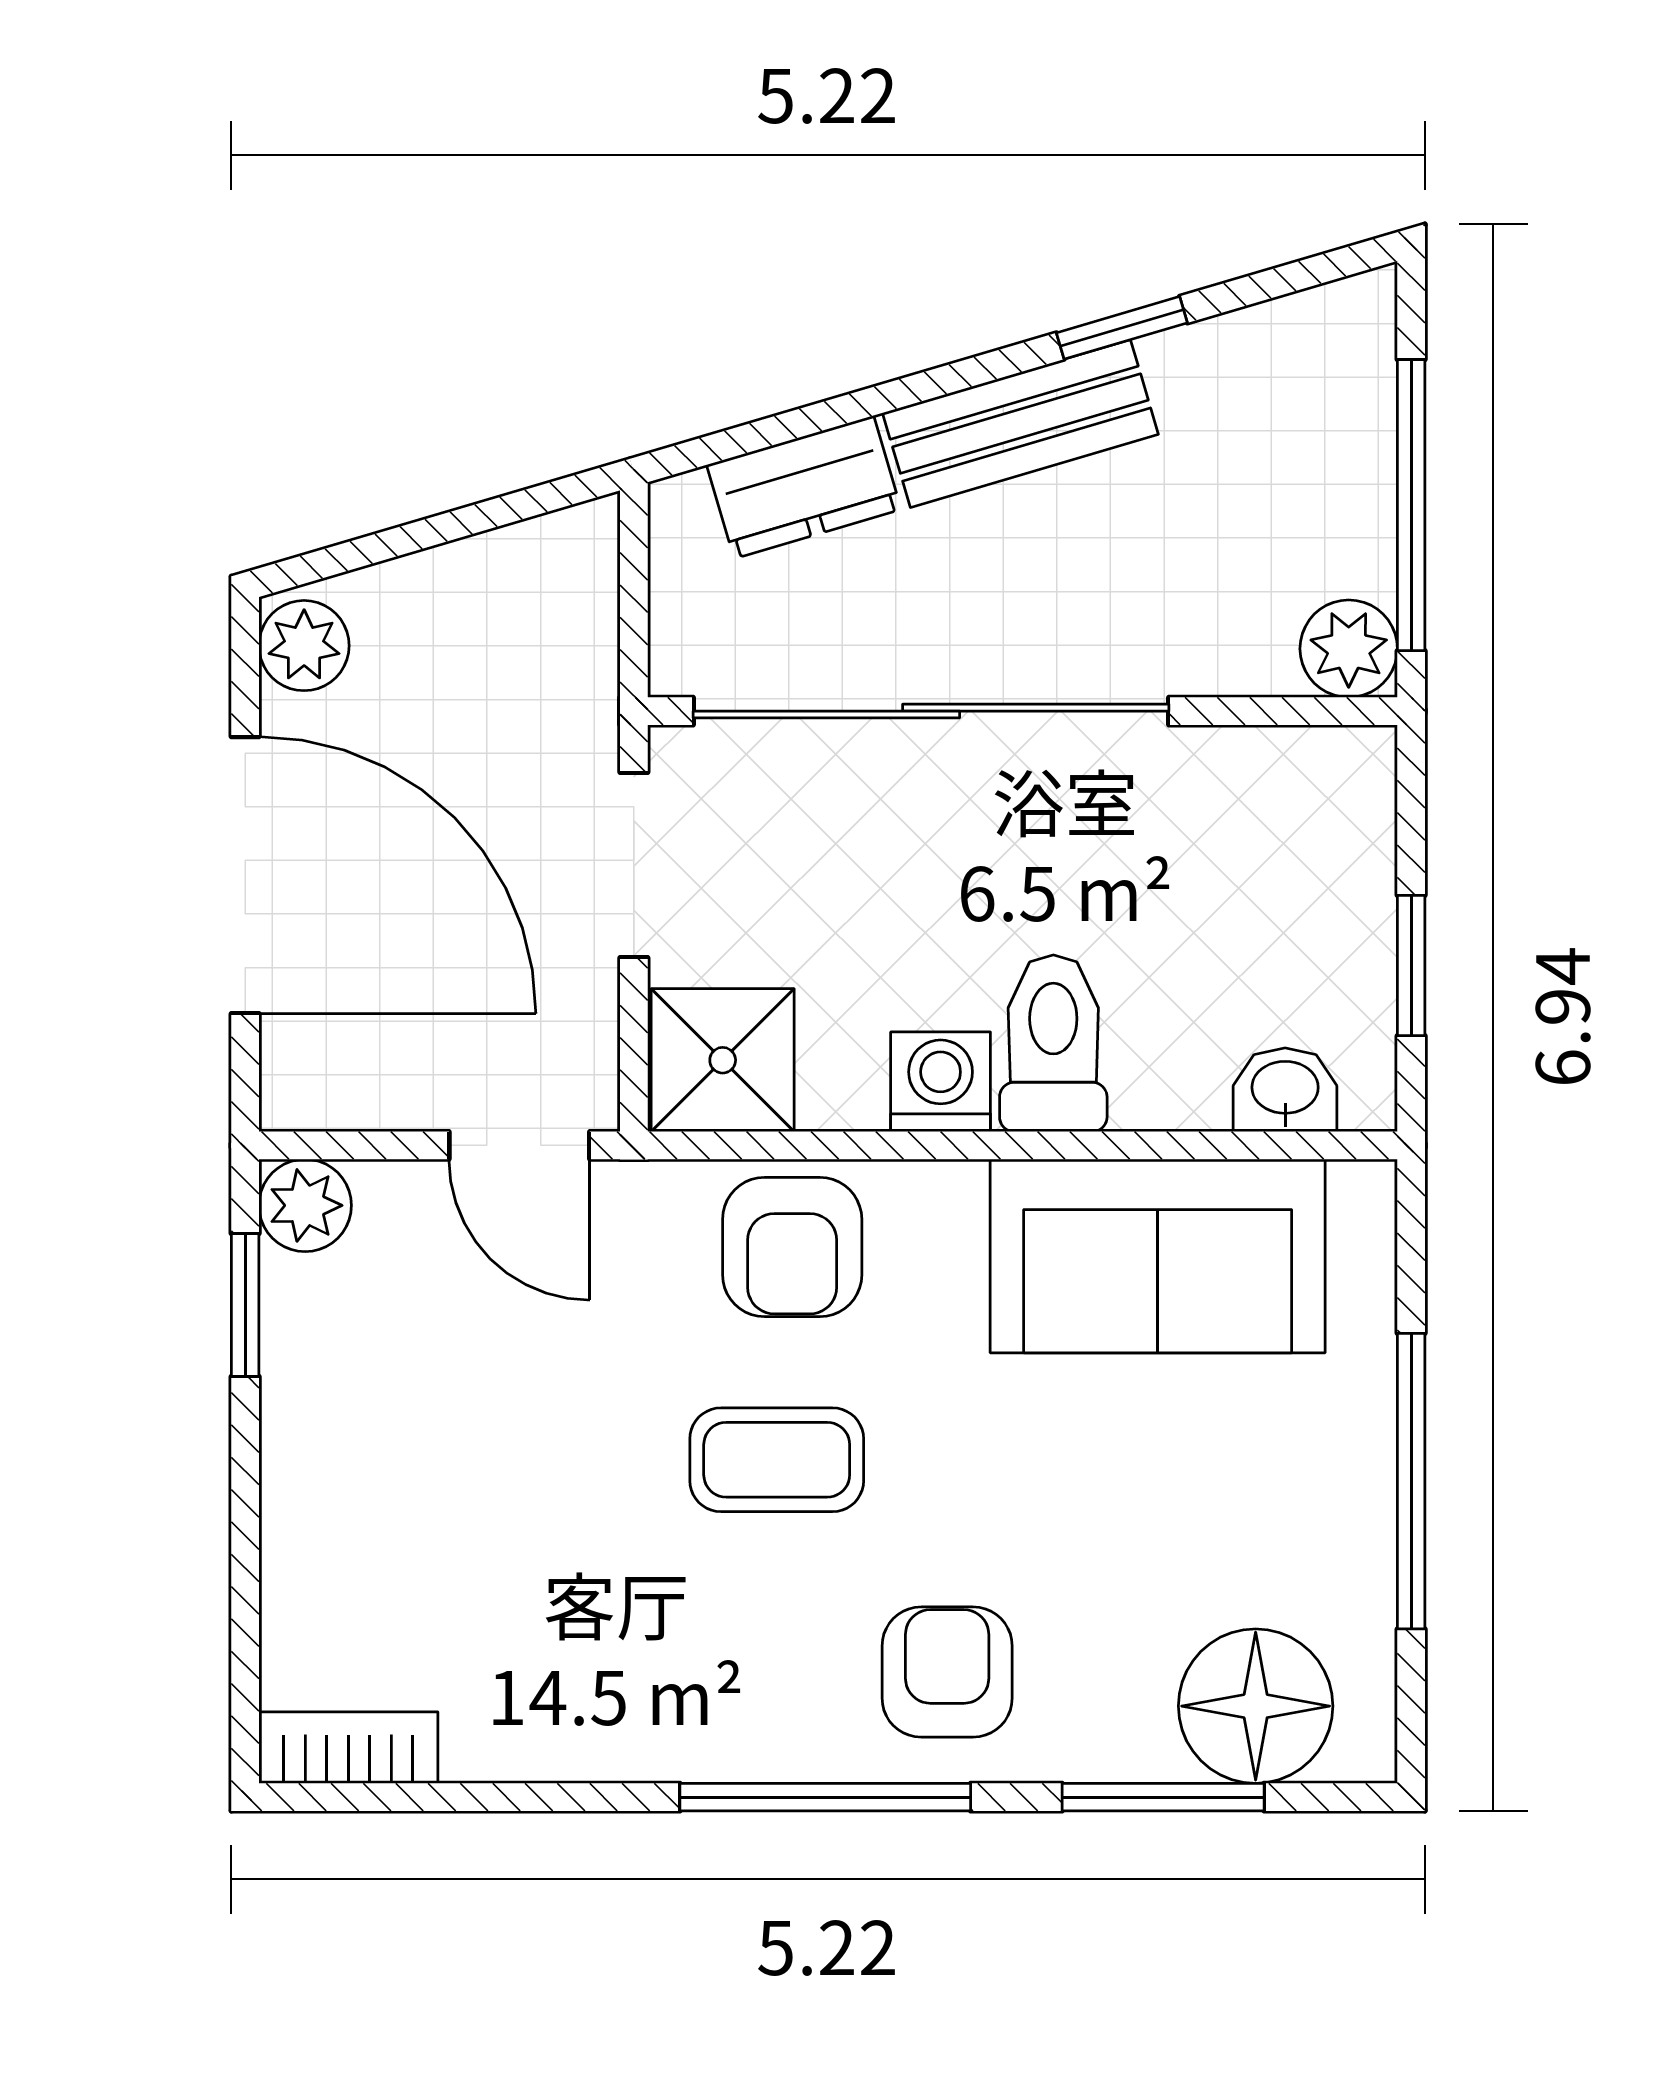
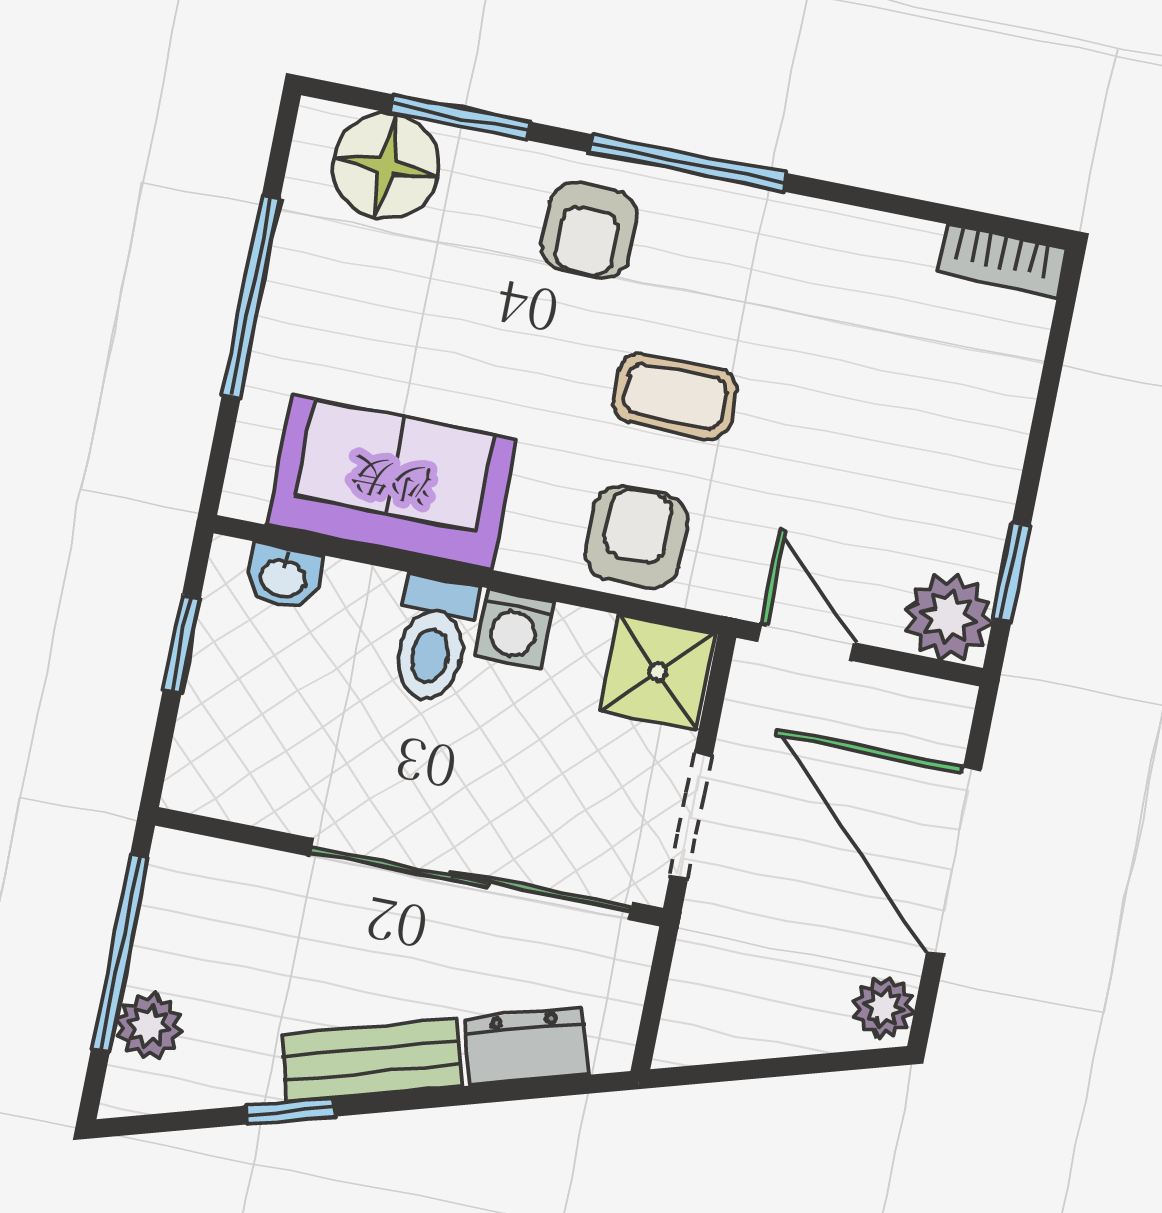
plant: (1349, 649) -> (149, 1026), moved
plant: (305, 1205) -> (949, 617), width x1.38, depth x1.38

